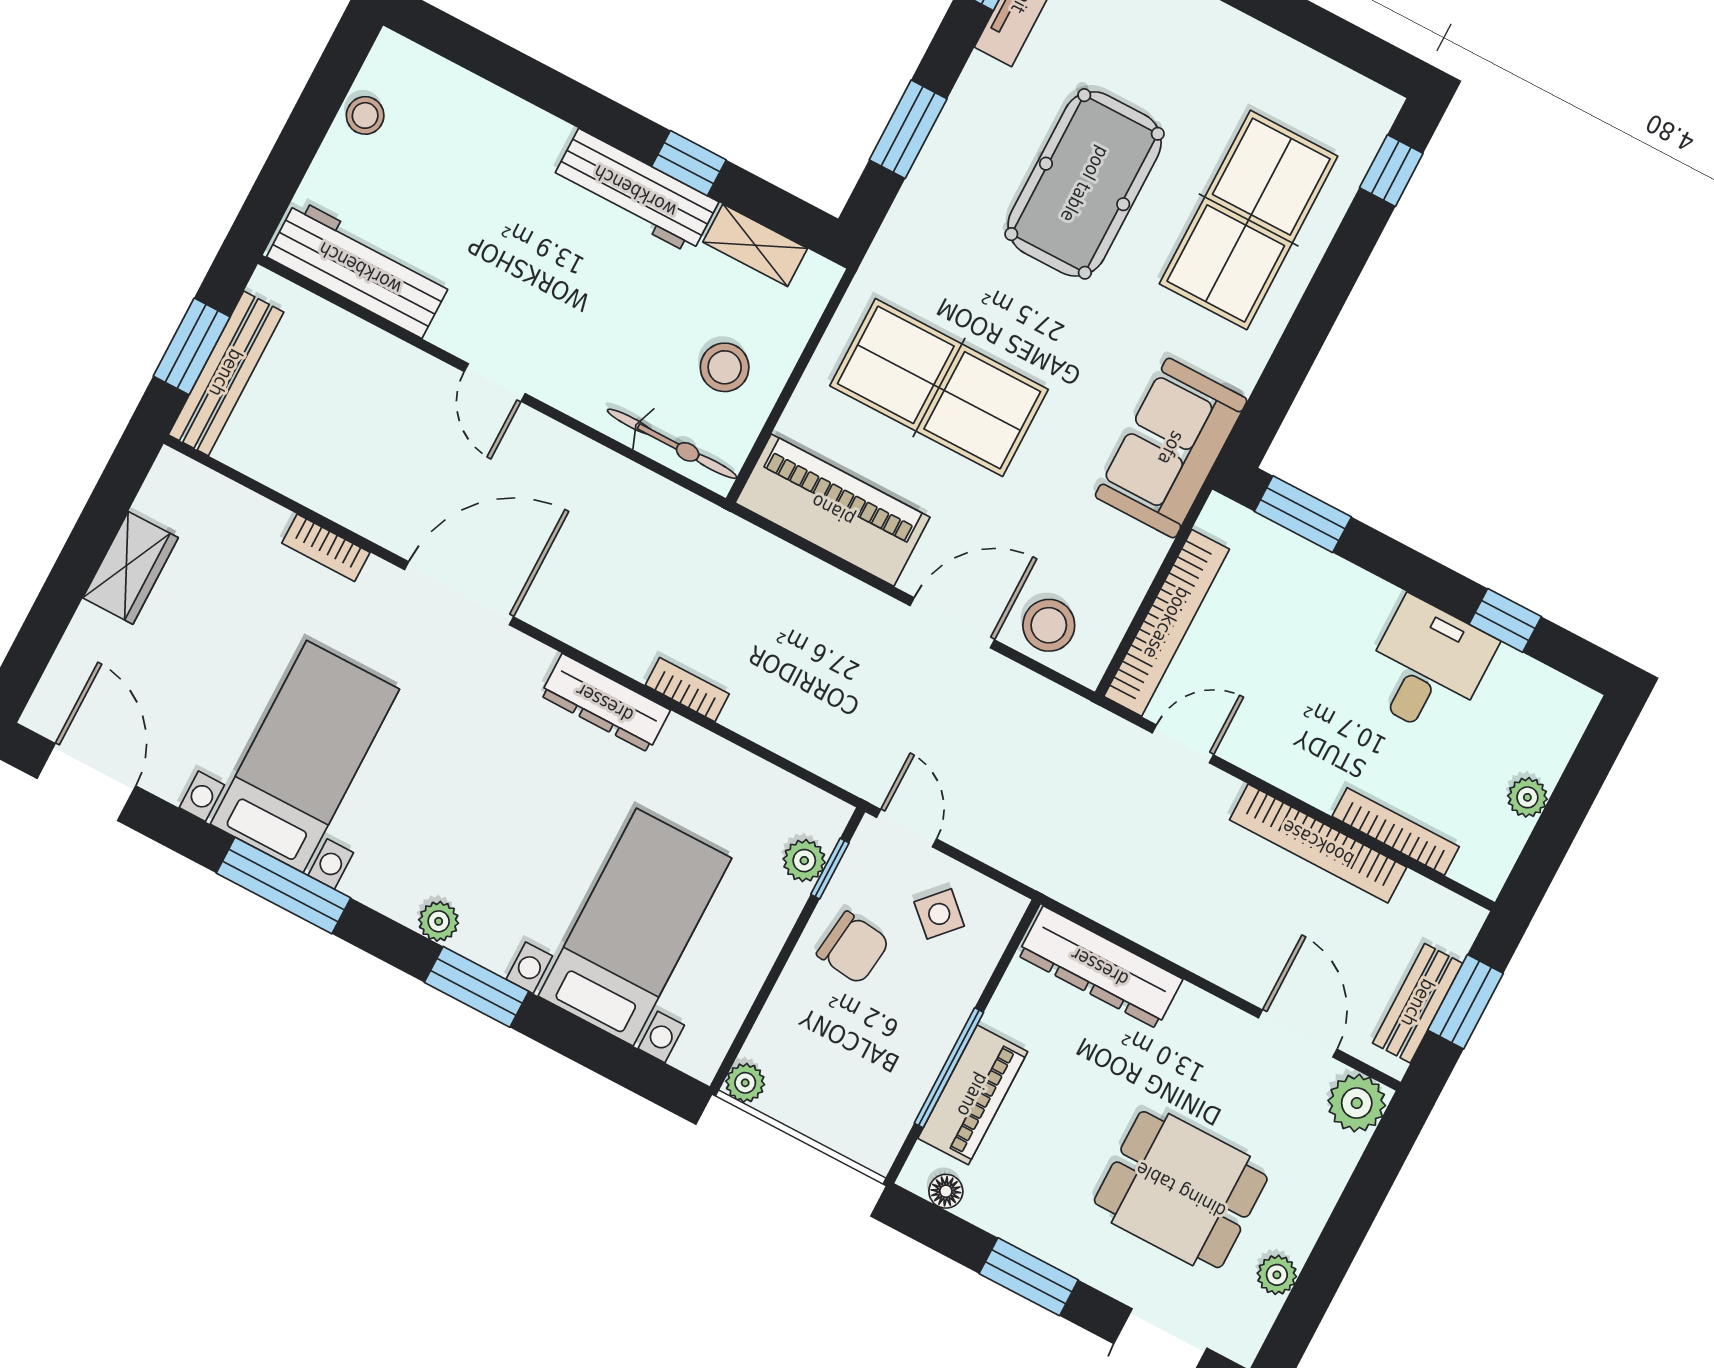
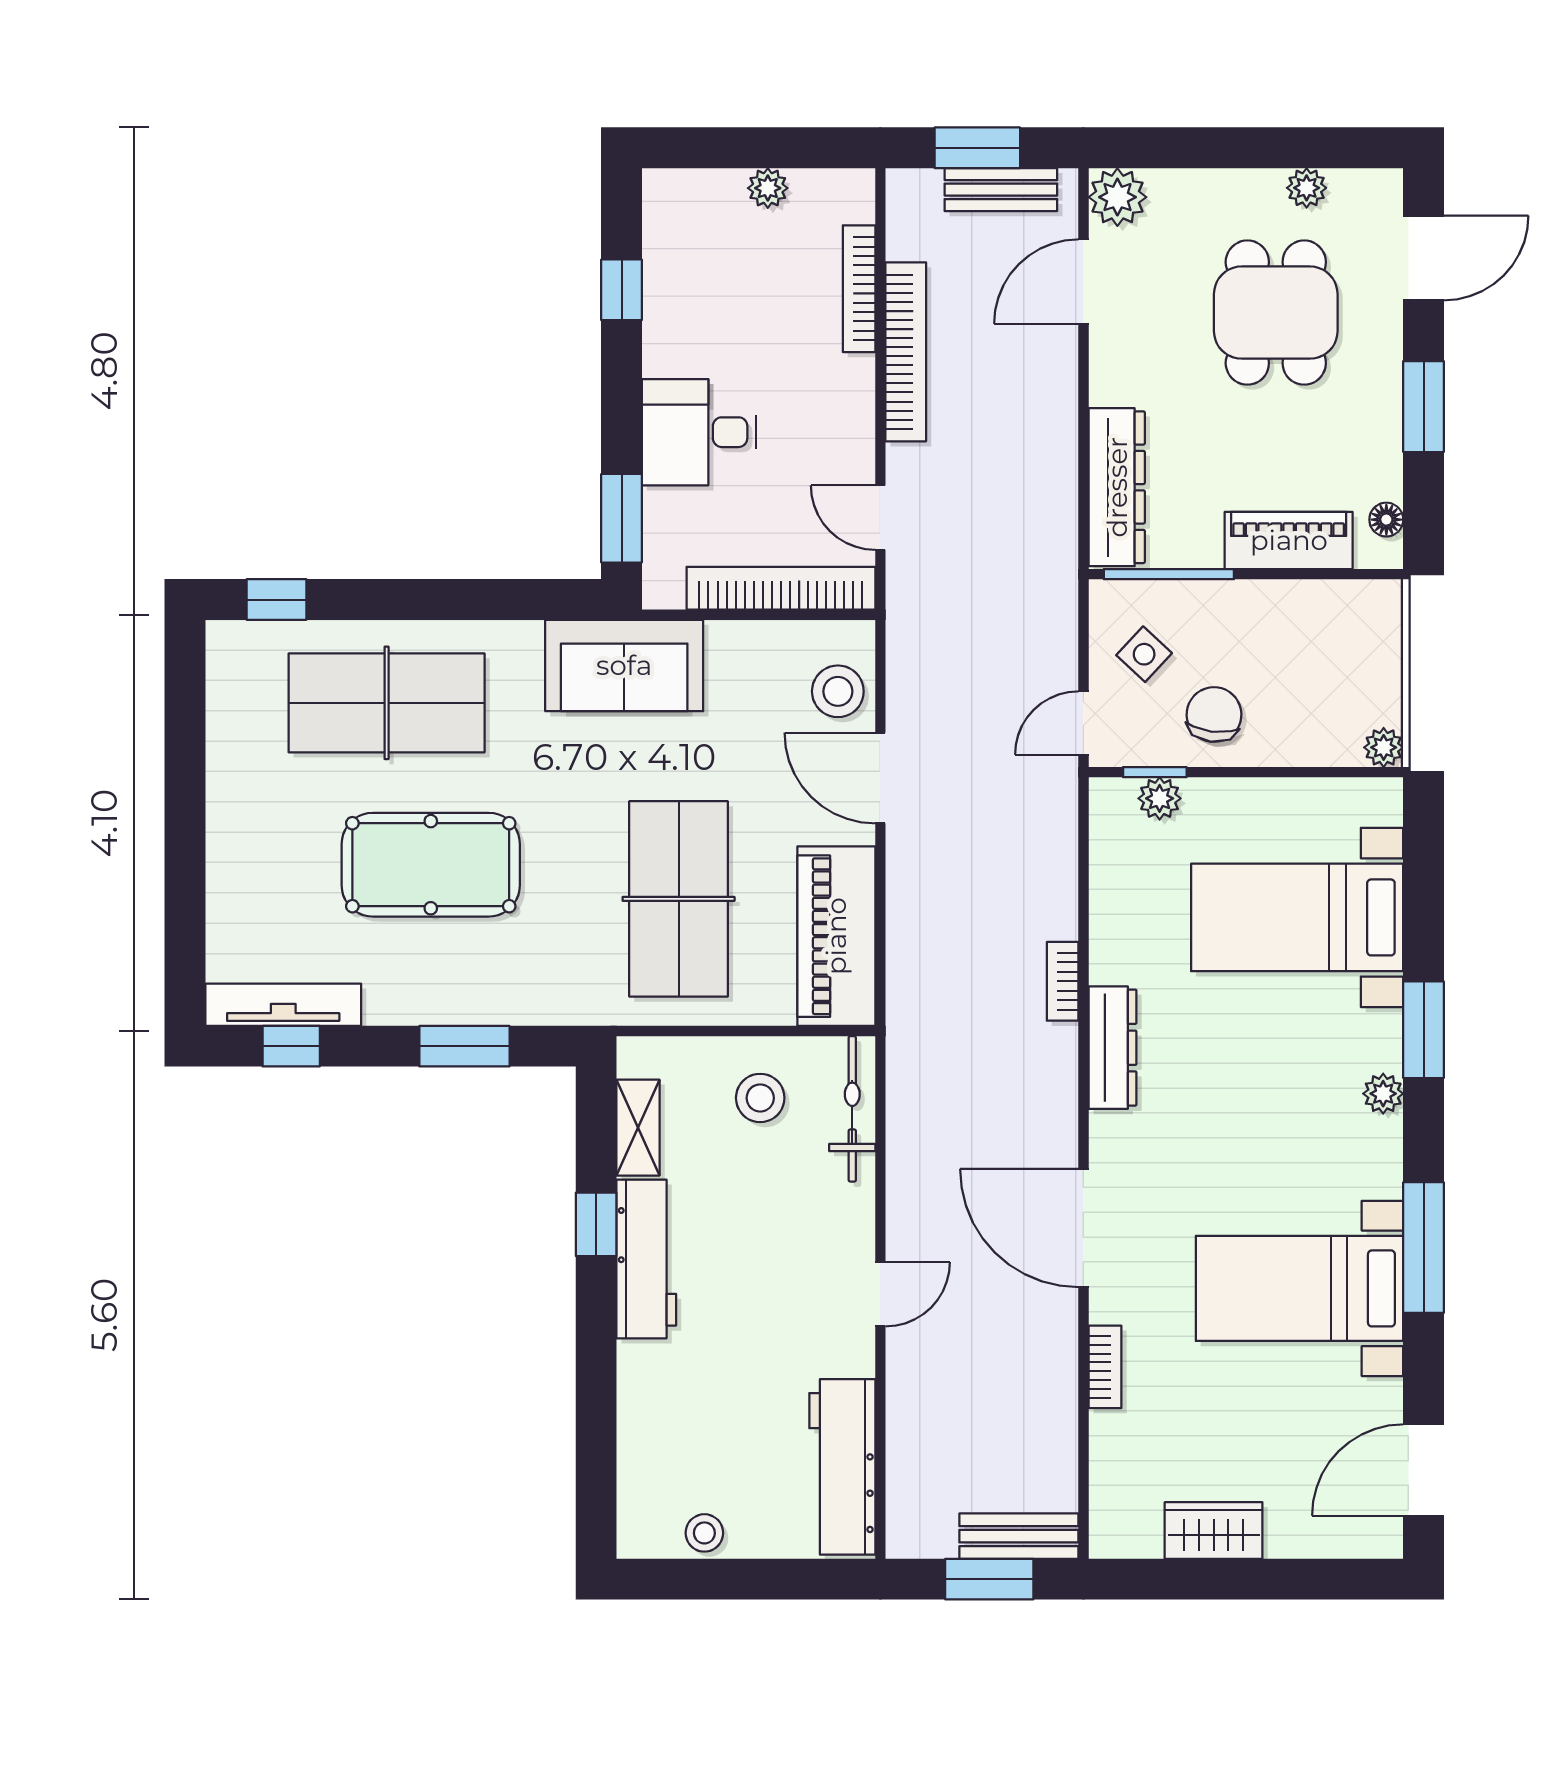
bench: (226, 373) -> (1019, 1536), width x0.73
desk: (1427, 667) -> (699, 432), moved
window: (949, 1068) -> (1169, 574), moved

